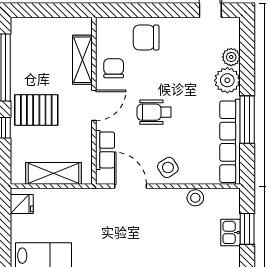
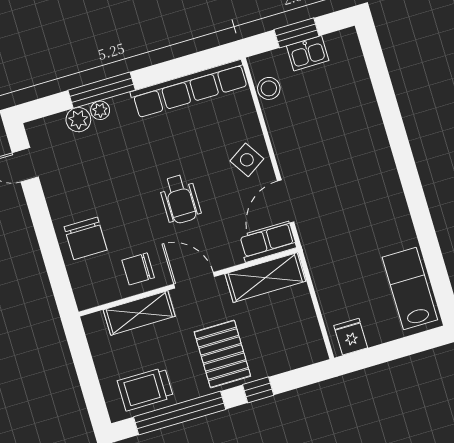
trolley: (27, 48) -> (145, 389), added
plant: (227, 80) -> (100, 110), width x0.53, depth x0.53
window: (247, 120) -> (102, 90), moved
row of seats: (105, 150) -> (268, 243), moved
shelving: (53, 173) -> (265, 278), moved, turned 90
stool: (195, 198) -> (269, 88), moved

